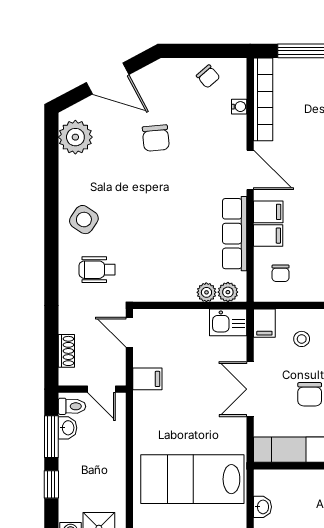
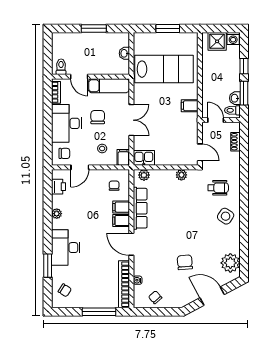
plant: (206, 292) -> (181, 175), moved
filing cabinet: (147, 379) -> (190, 106), moved

